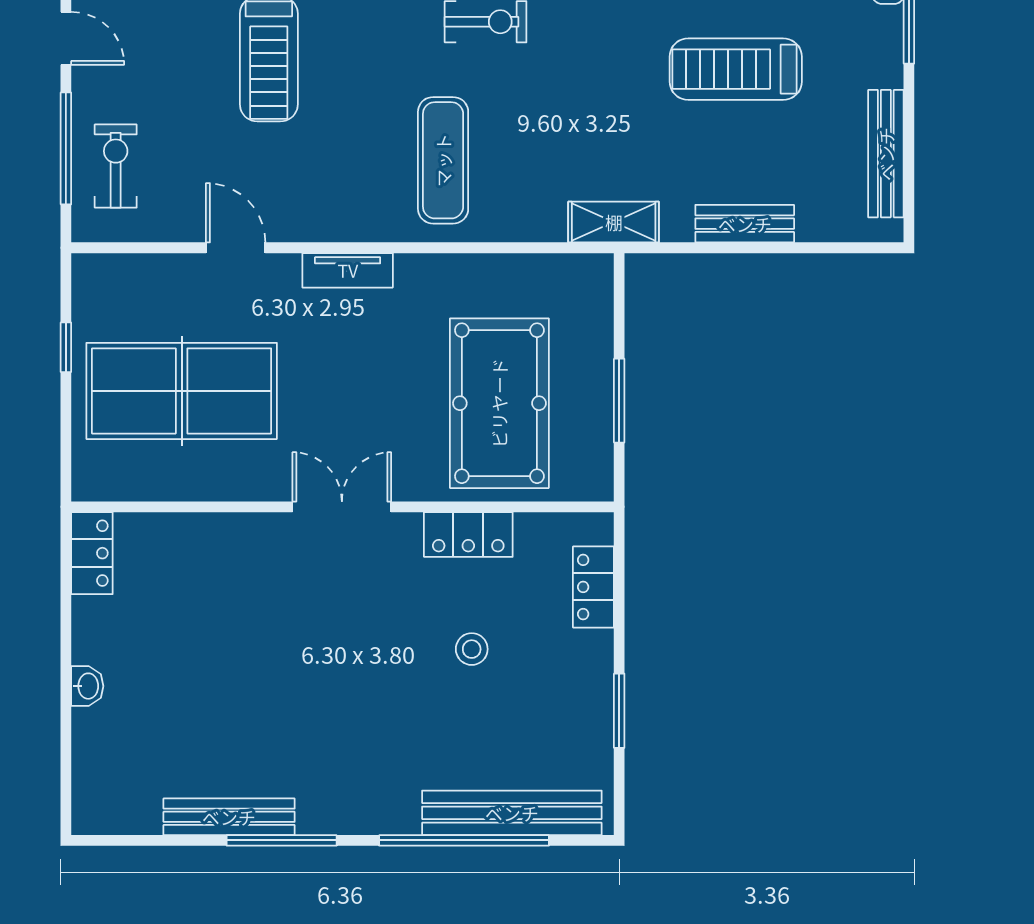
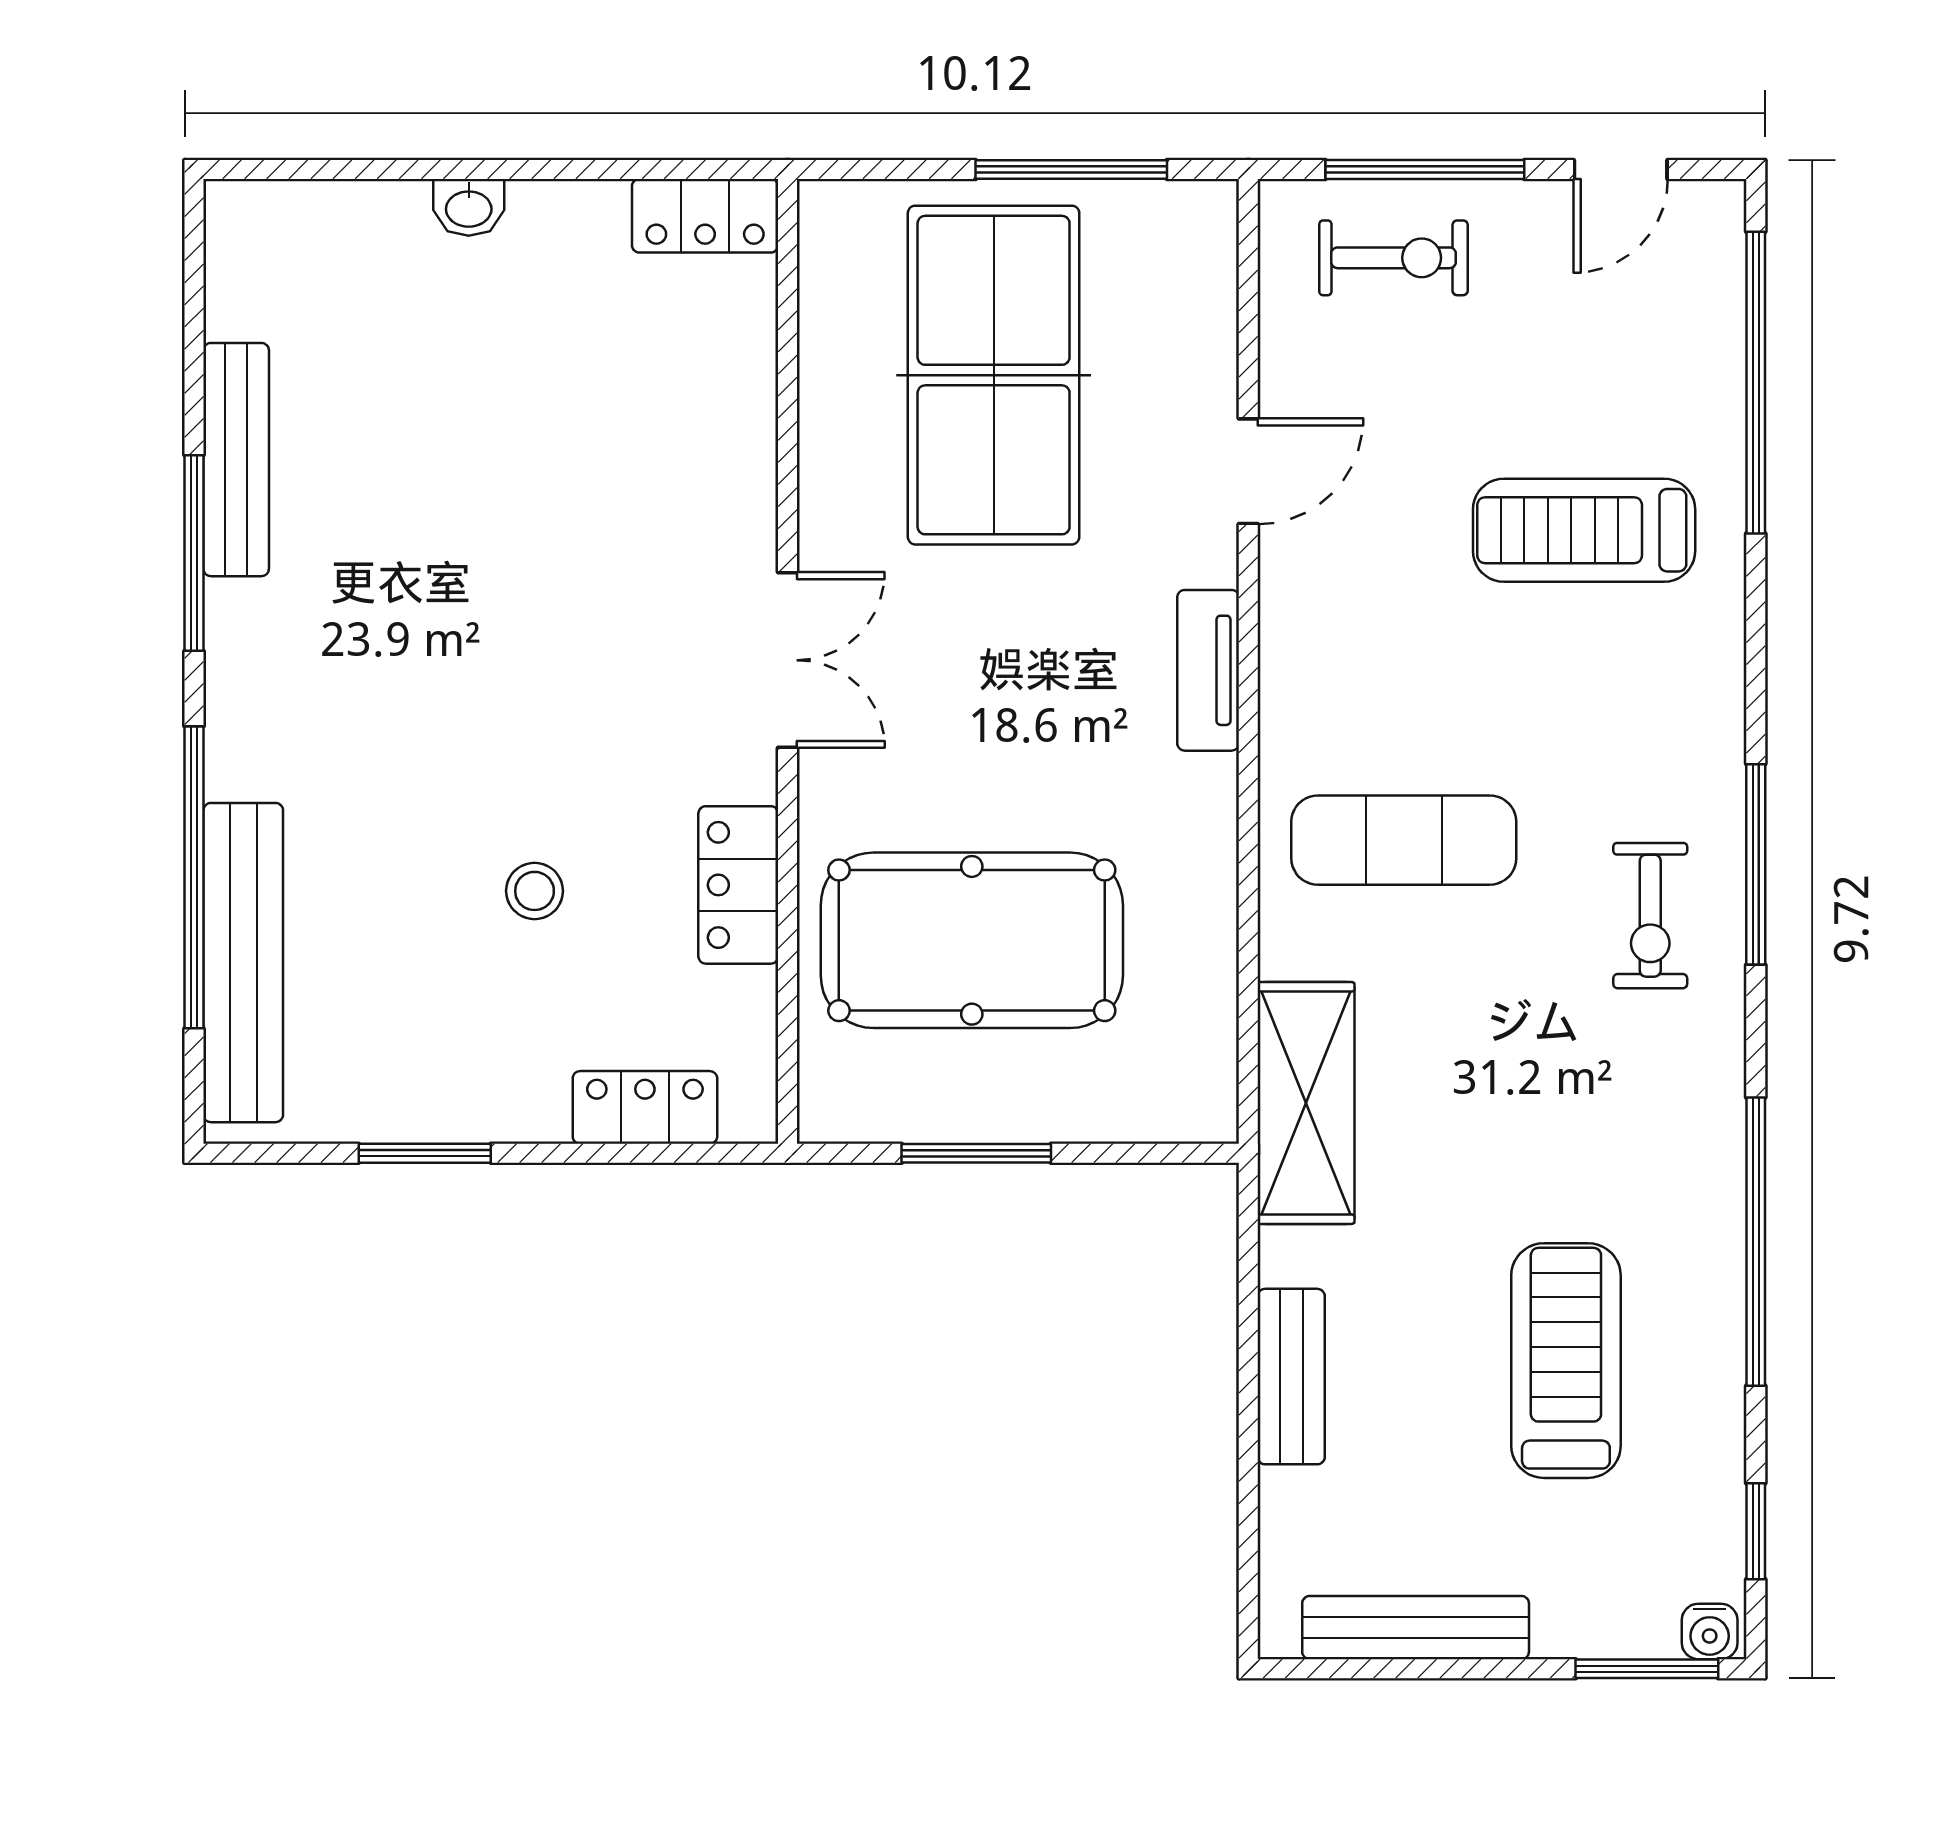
shelving: (614, 222) -> (1306, 1103), width x1.50, depth x1.33
window: (66, 347) -> (1071, 169), width x2.17

